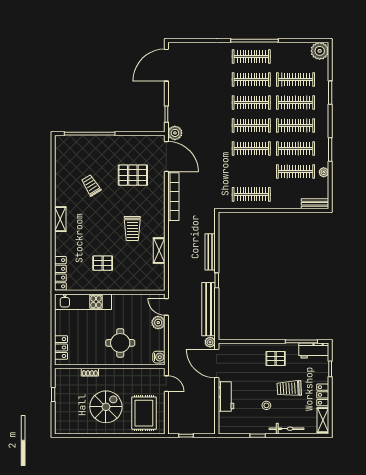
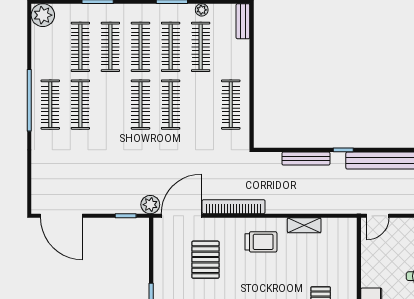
clothes rail: (251, 102) -> (110, 105), removed
trolley: (132, 228) -> (261, 242), moved
plant: (158, 323) -> (399, 226), removed

